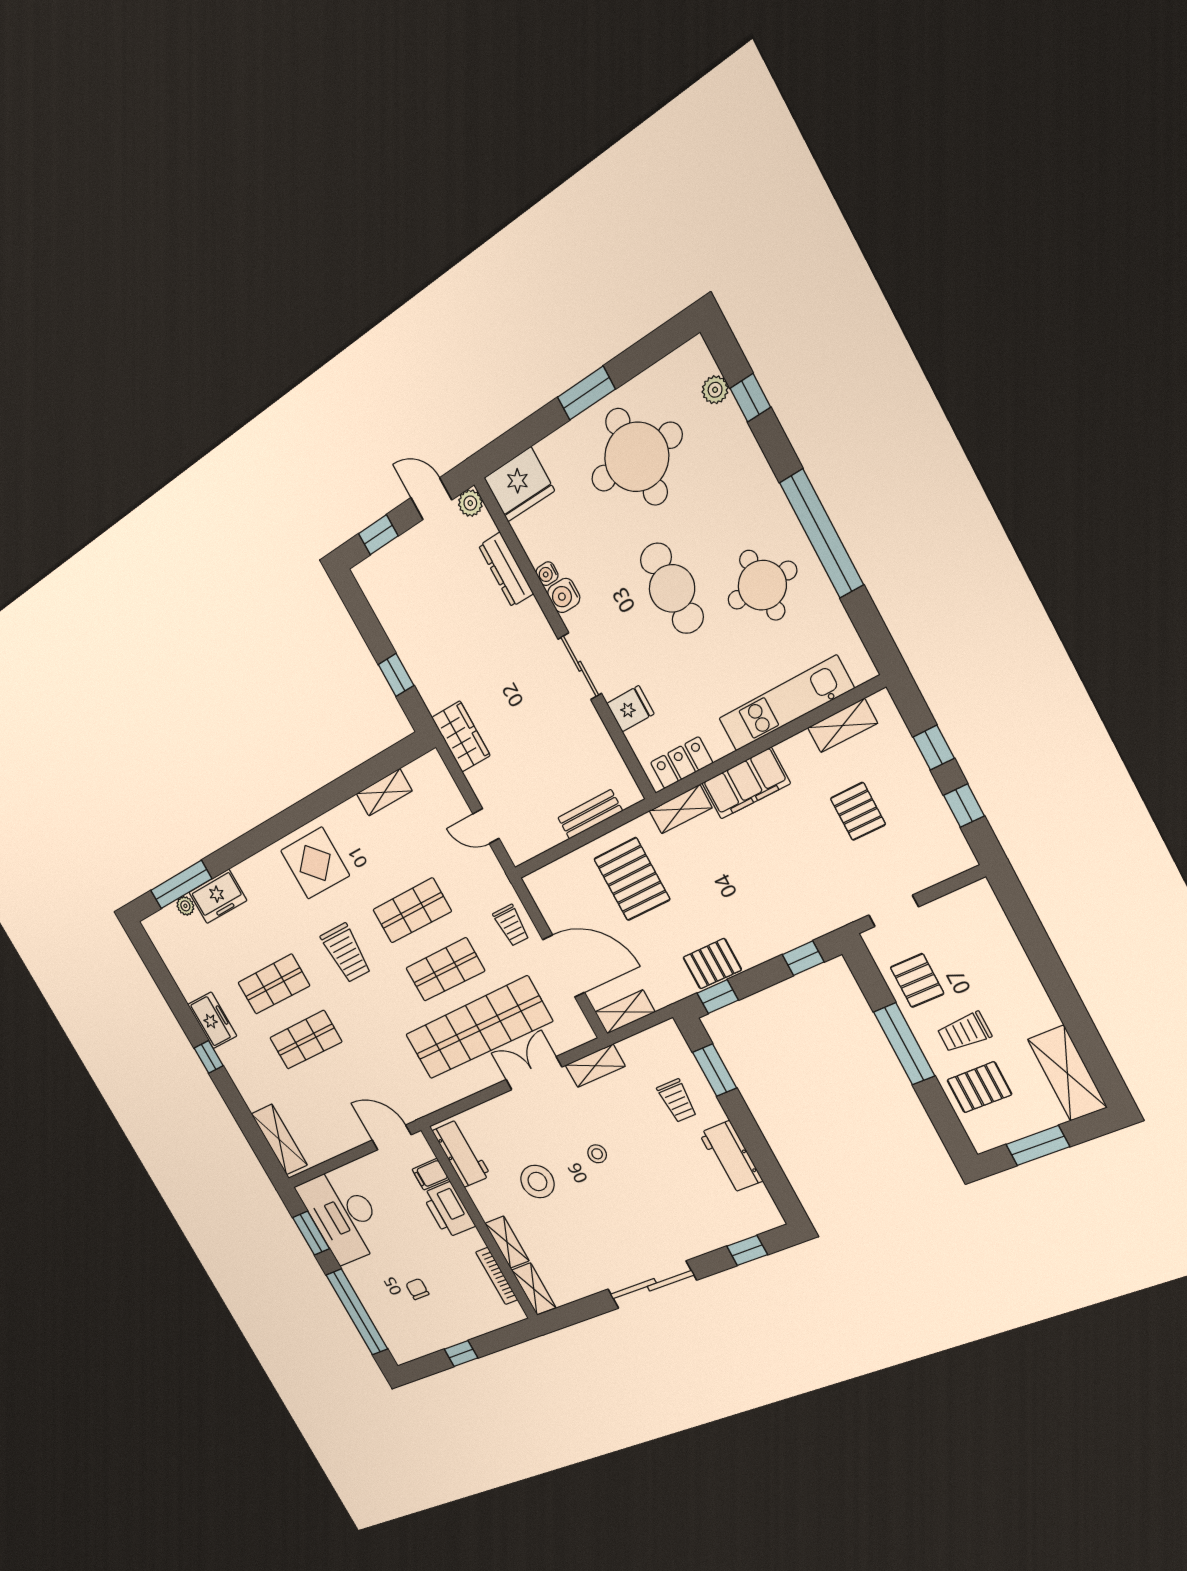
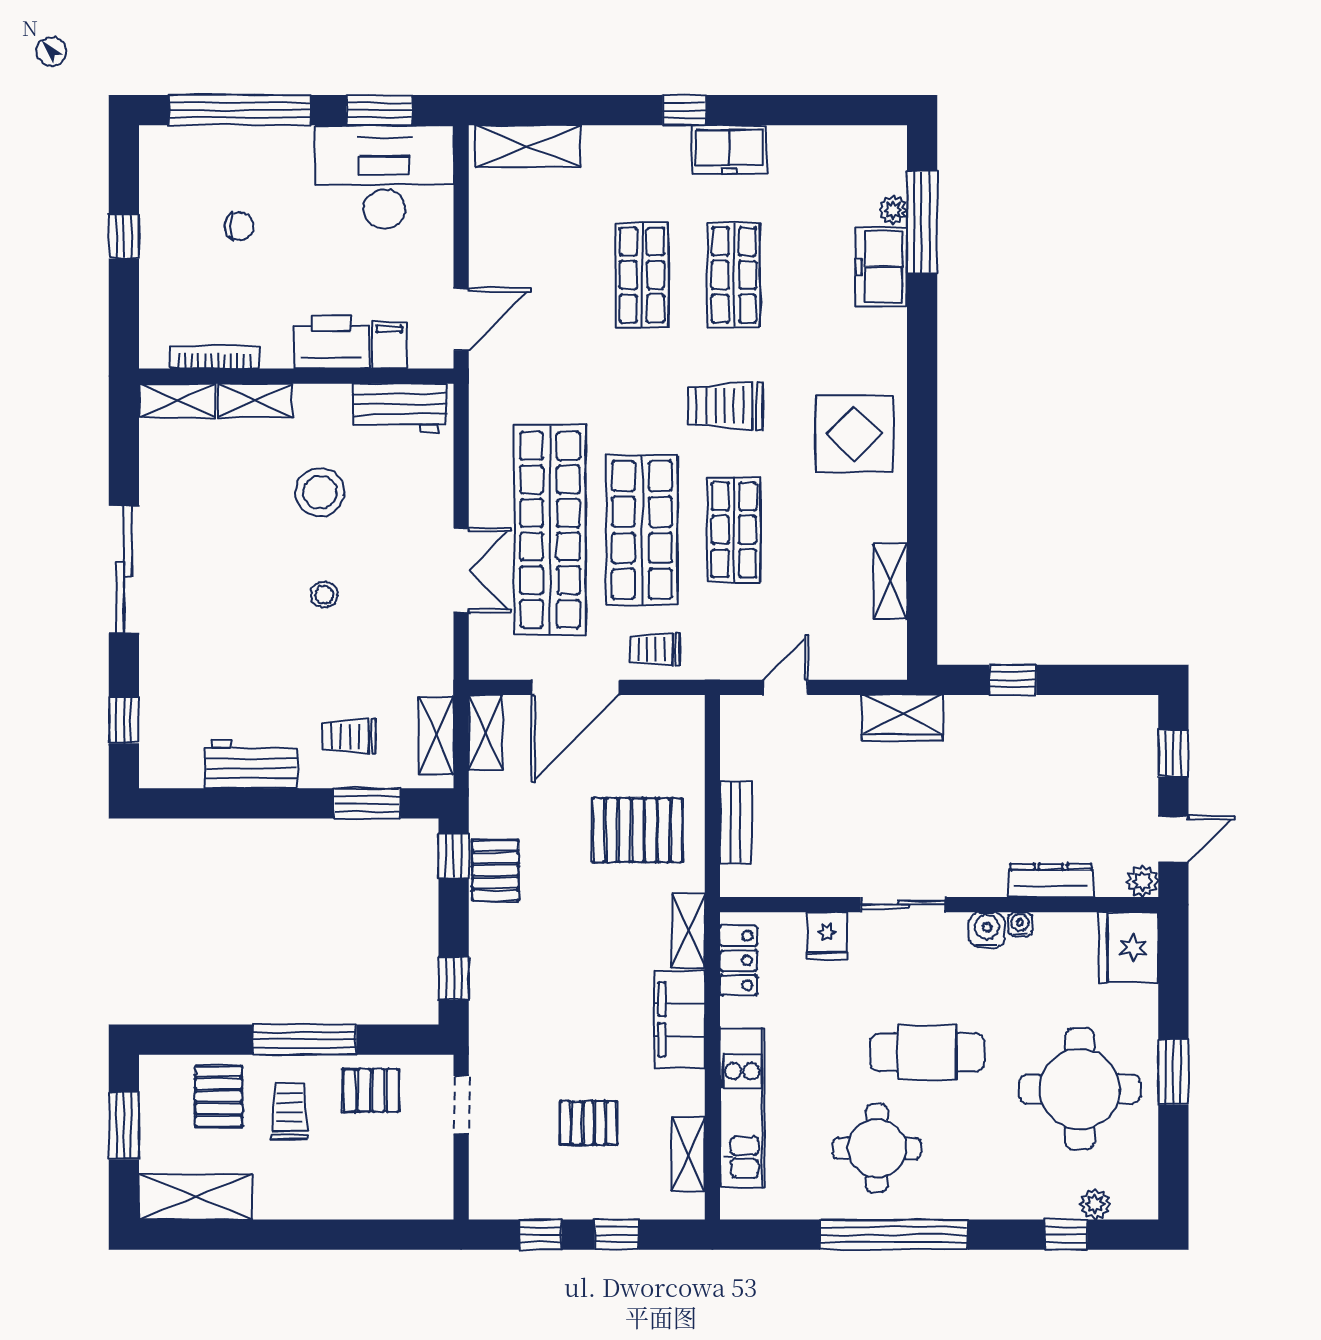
shop shelf: (445, 969) -> (642, 530), width x1.43, depth x1.36
shelving: (595, 1066) -> (436, 735), moved

